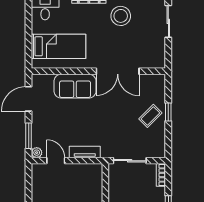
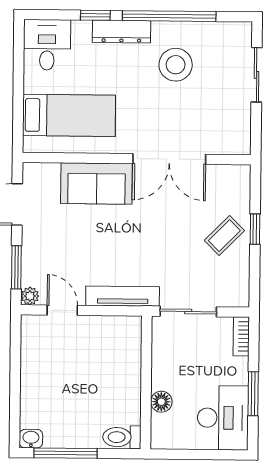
tv unit: (85, 152) -> (123, 296), width x1.41

